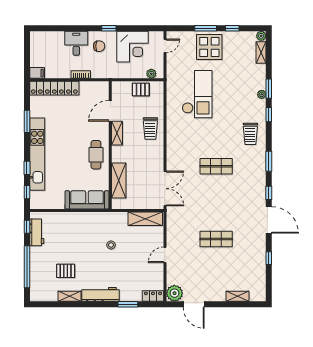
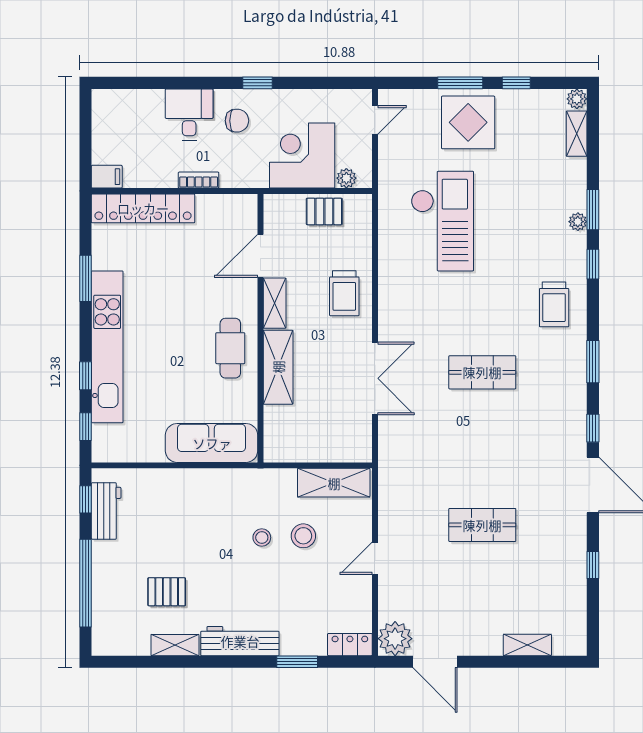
corner desk: (132, 47) -> (302, 156), moved, turned 180
shelving: (119, 181) -> (278, 367), moved
double door: (165, 189) -> (375, 378), moved
stool: (131, 244) -> (303, 536), added

